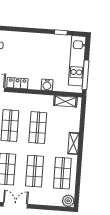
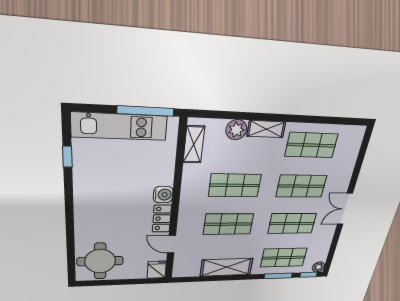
water cooler: (47, 85) -> (163, 195), moved
plant: (68, 201) -> (236, 130), moved

